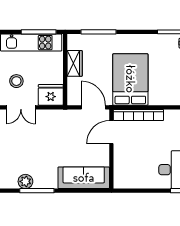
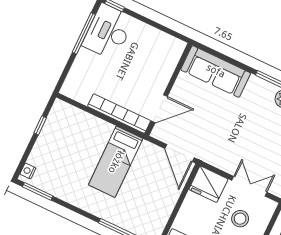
wardrobe: (75, 63) -> (164, 207), removed
bed: (130, 79) -> (116, 162), width x0.67
door: (93, 107) -> (180, 153), moved

